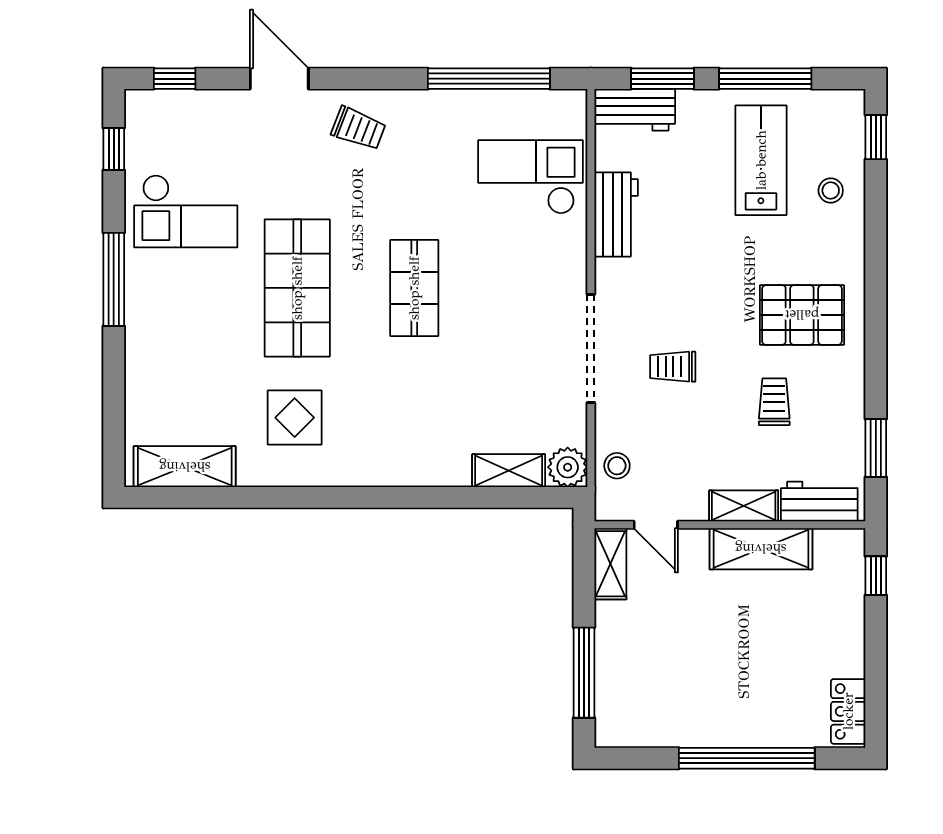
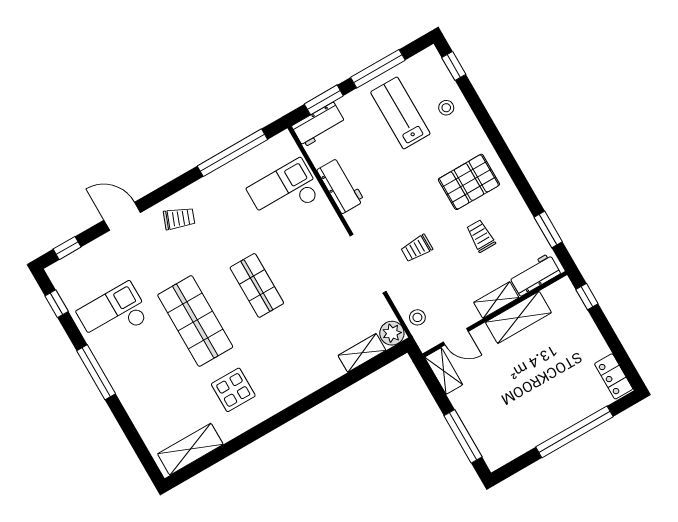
checkout: (186, 211) -> (113, 314), turned 180

